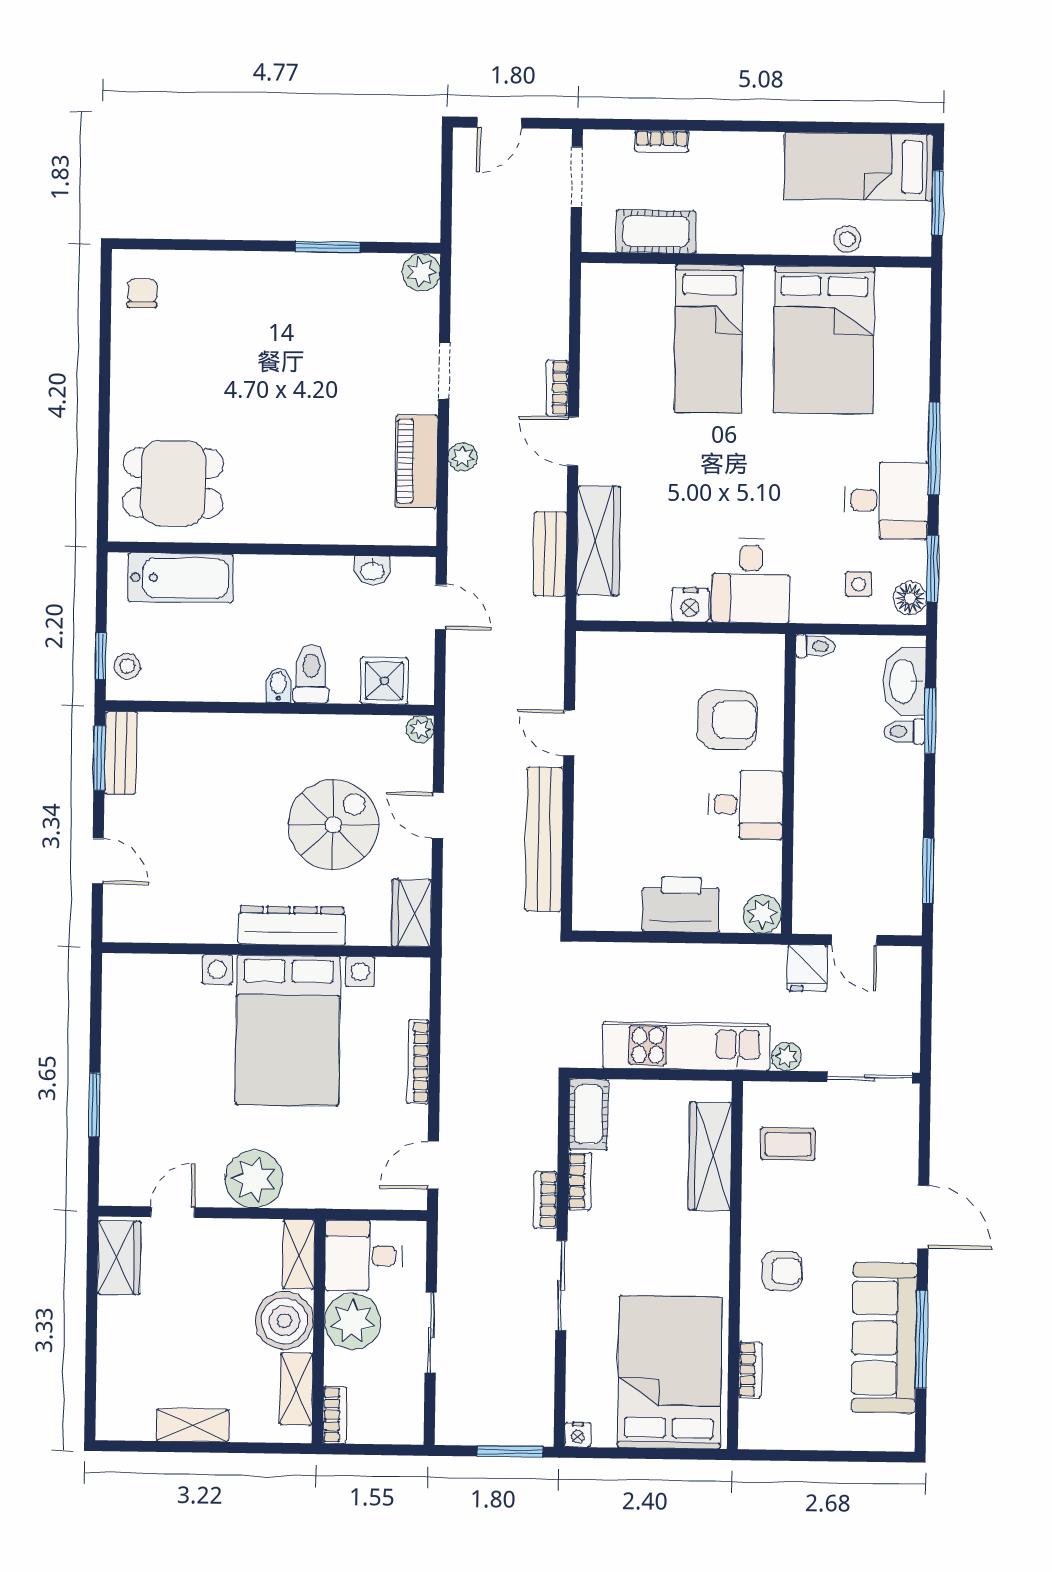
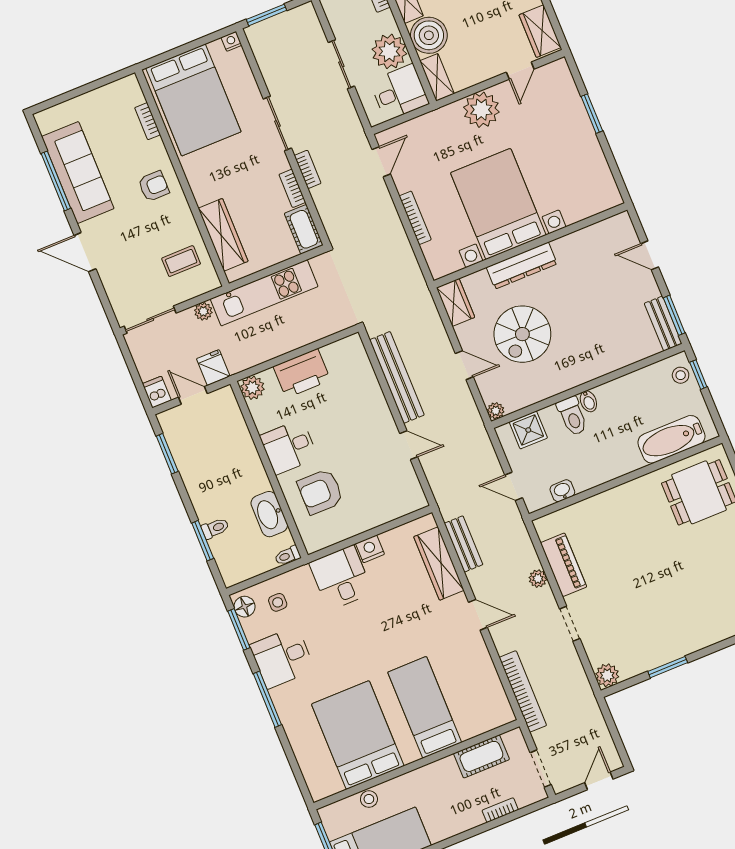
bookcase: (557, 388) -> (523, 691), moved, width x2.31, depth x1.31
washbasin: (904, 681) -> (269, 514), moved, turned 180
dishwasher: (905, 967) -> (157, 392), added
armchair: (782, 1271) -> (154, 186), turned 180

